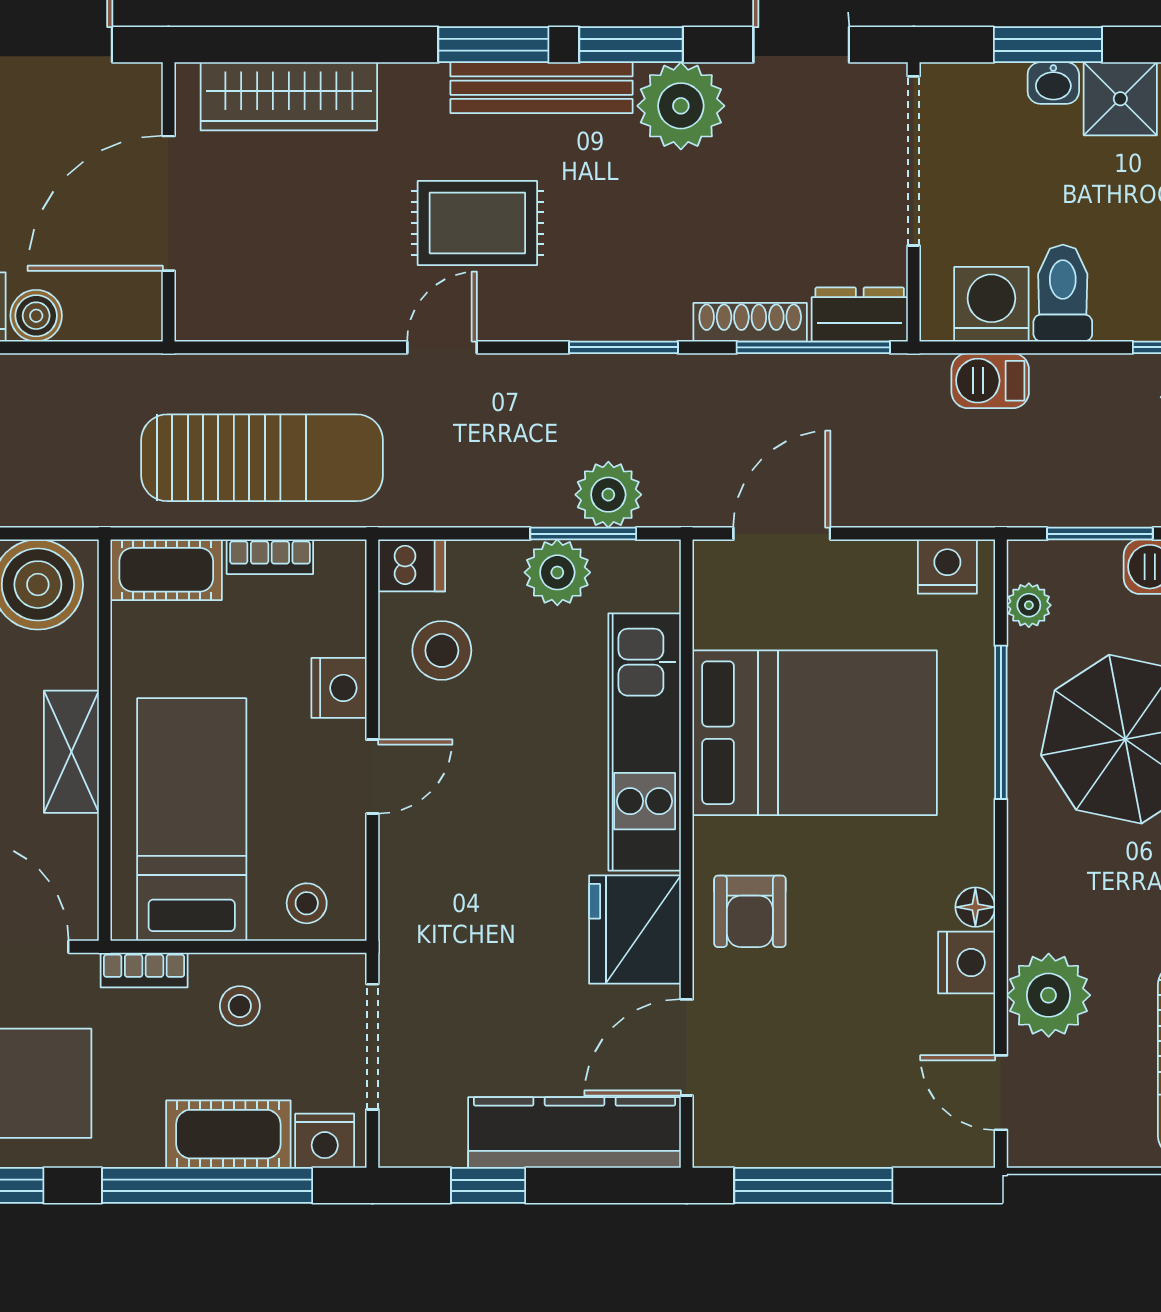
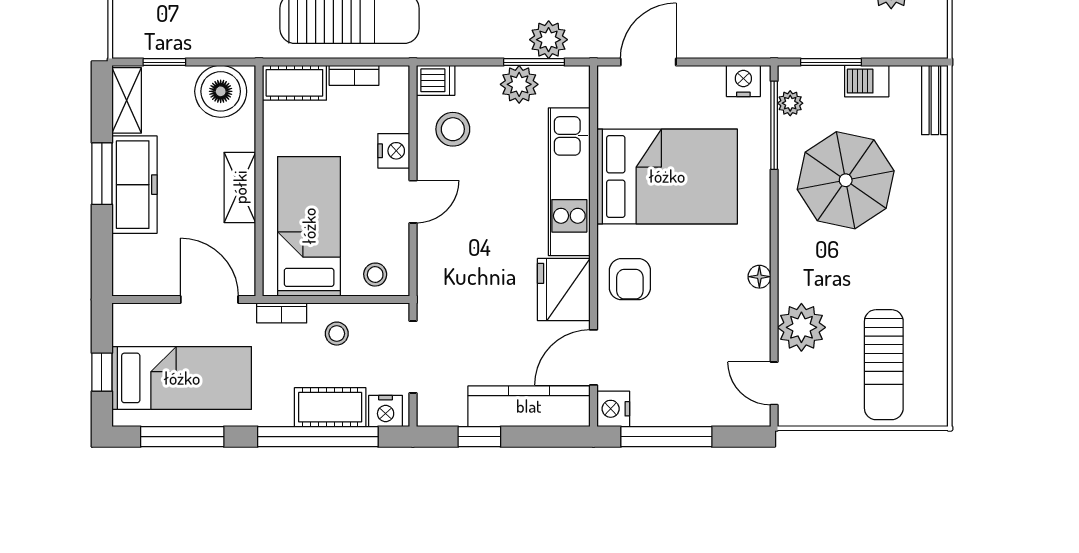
window: (1001, 722) -> (774, 125), moved
nightstand: (967, 963) -> (613, 409), moved, turned 180

